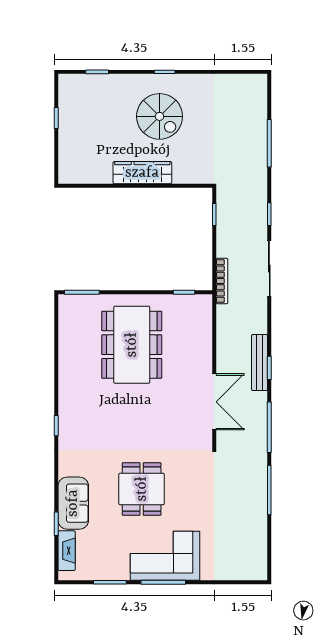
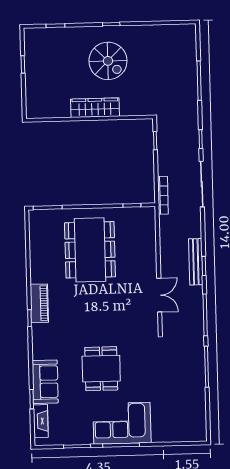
double door: (214, 402) -> (159, 295), width x0.73
piano: (69, 408) -> (39, 303), added

